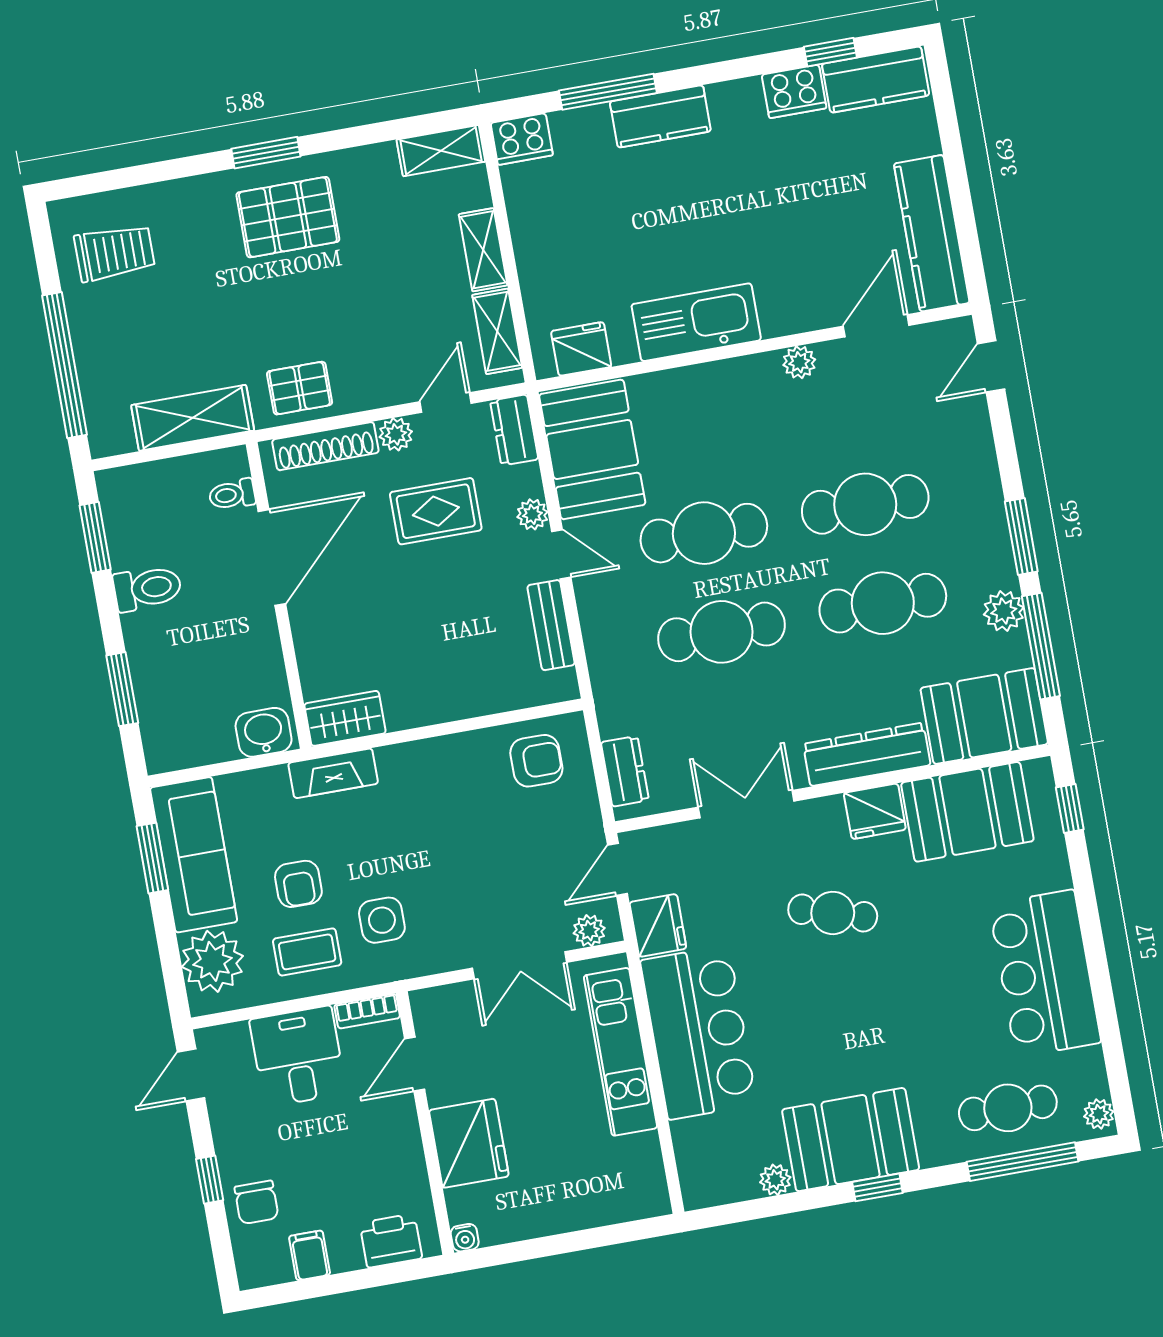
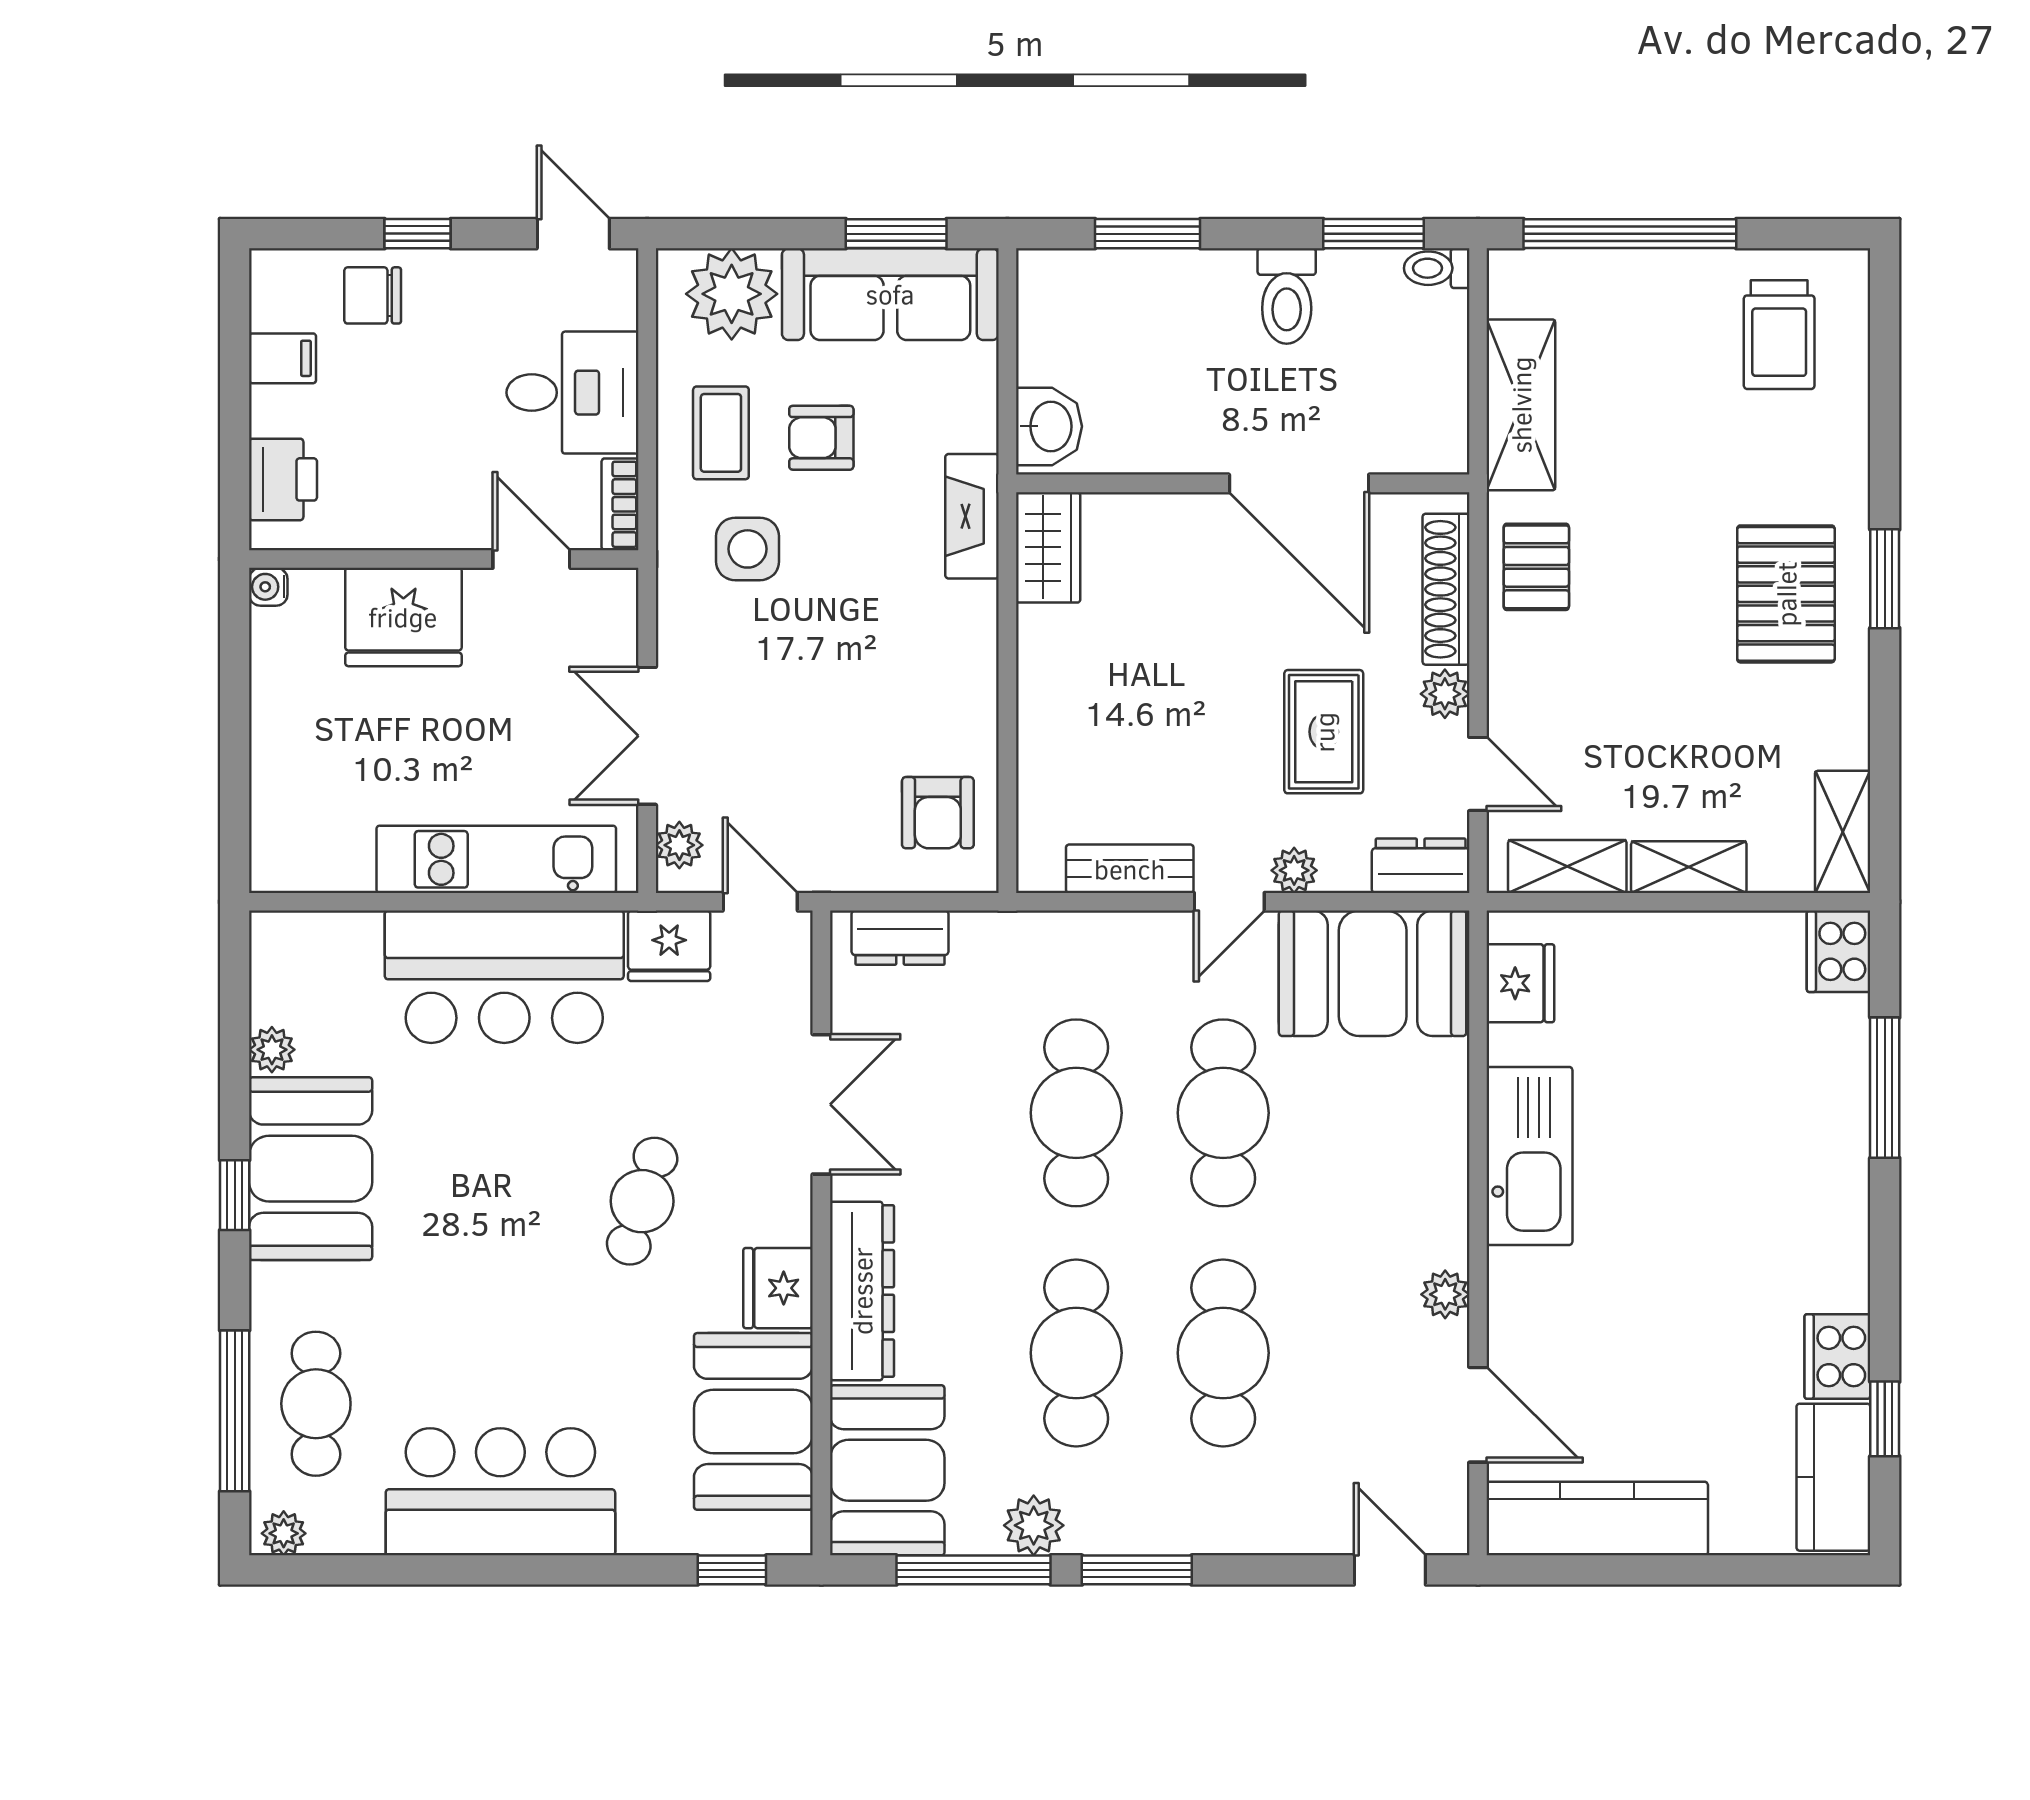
kitchen counter: (660, 116) -> (1835, 1157), removed
toilet: (232, 495) -> (1437, 268), moved, turned -90

